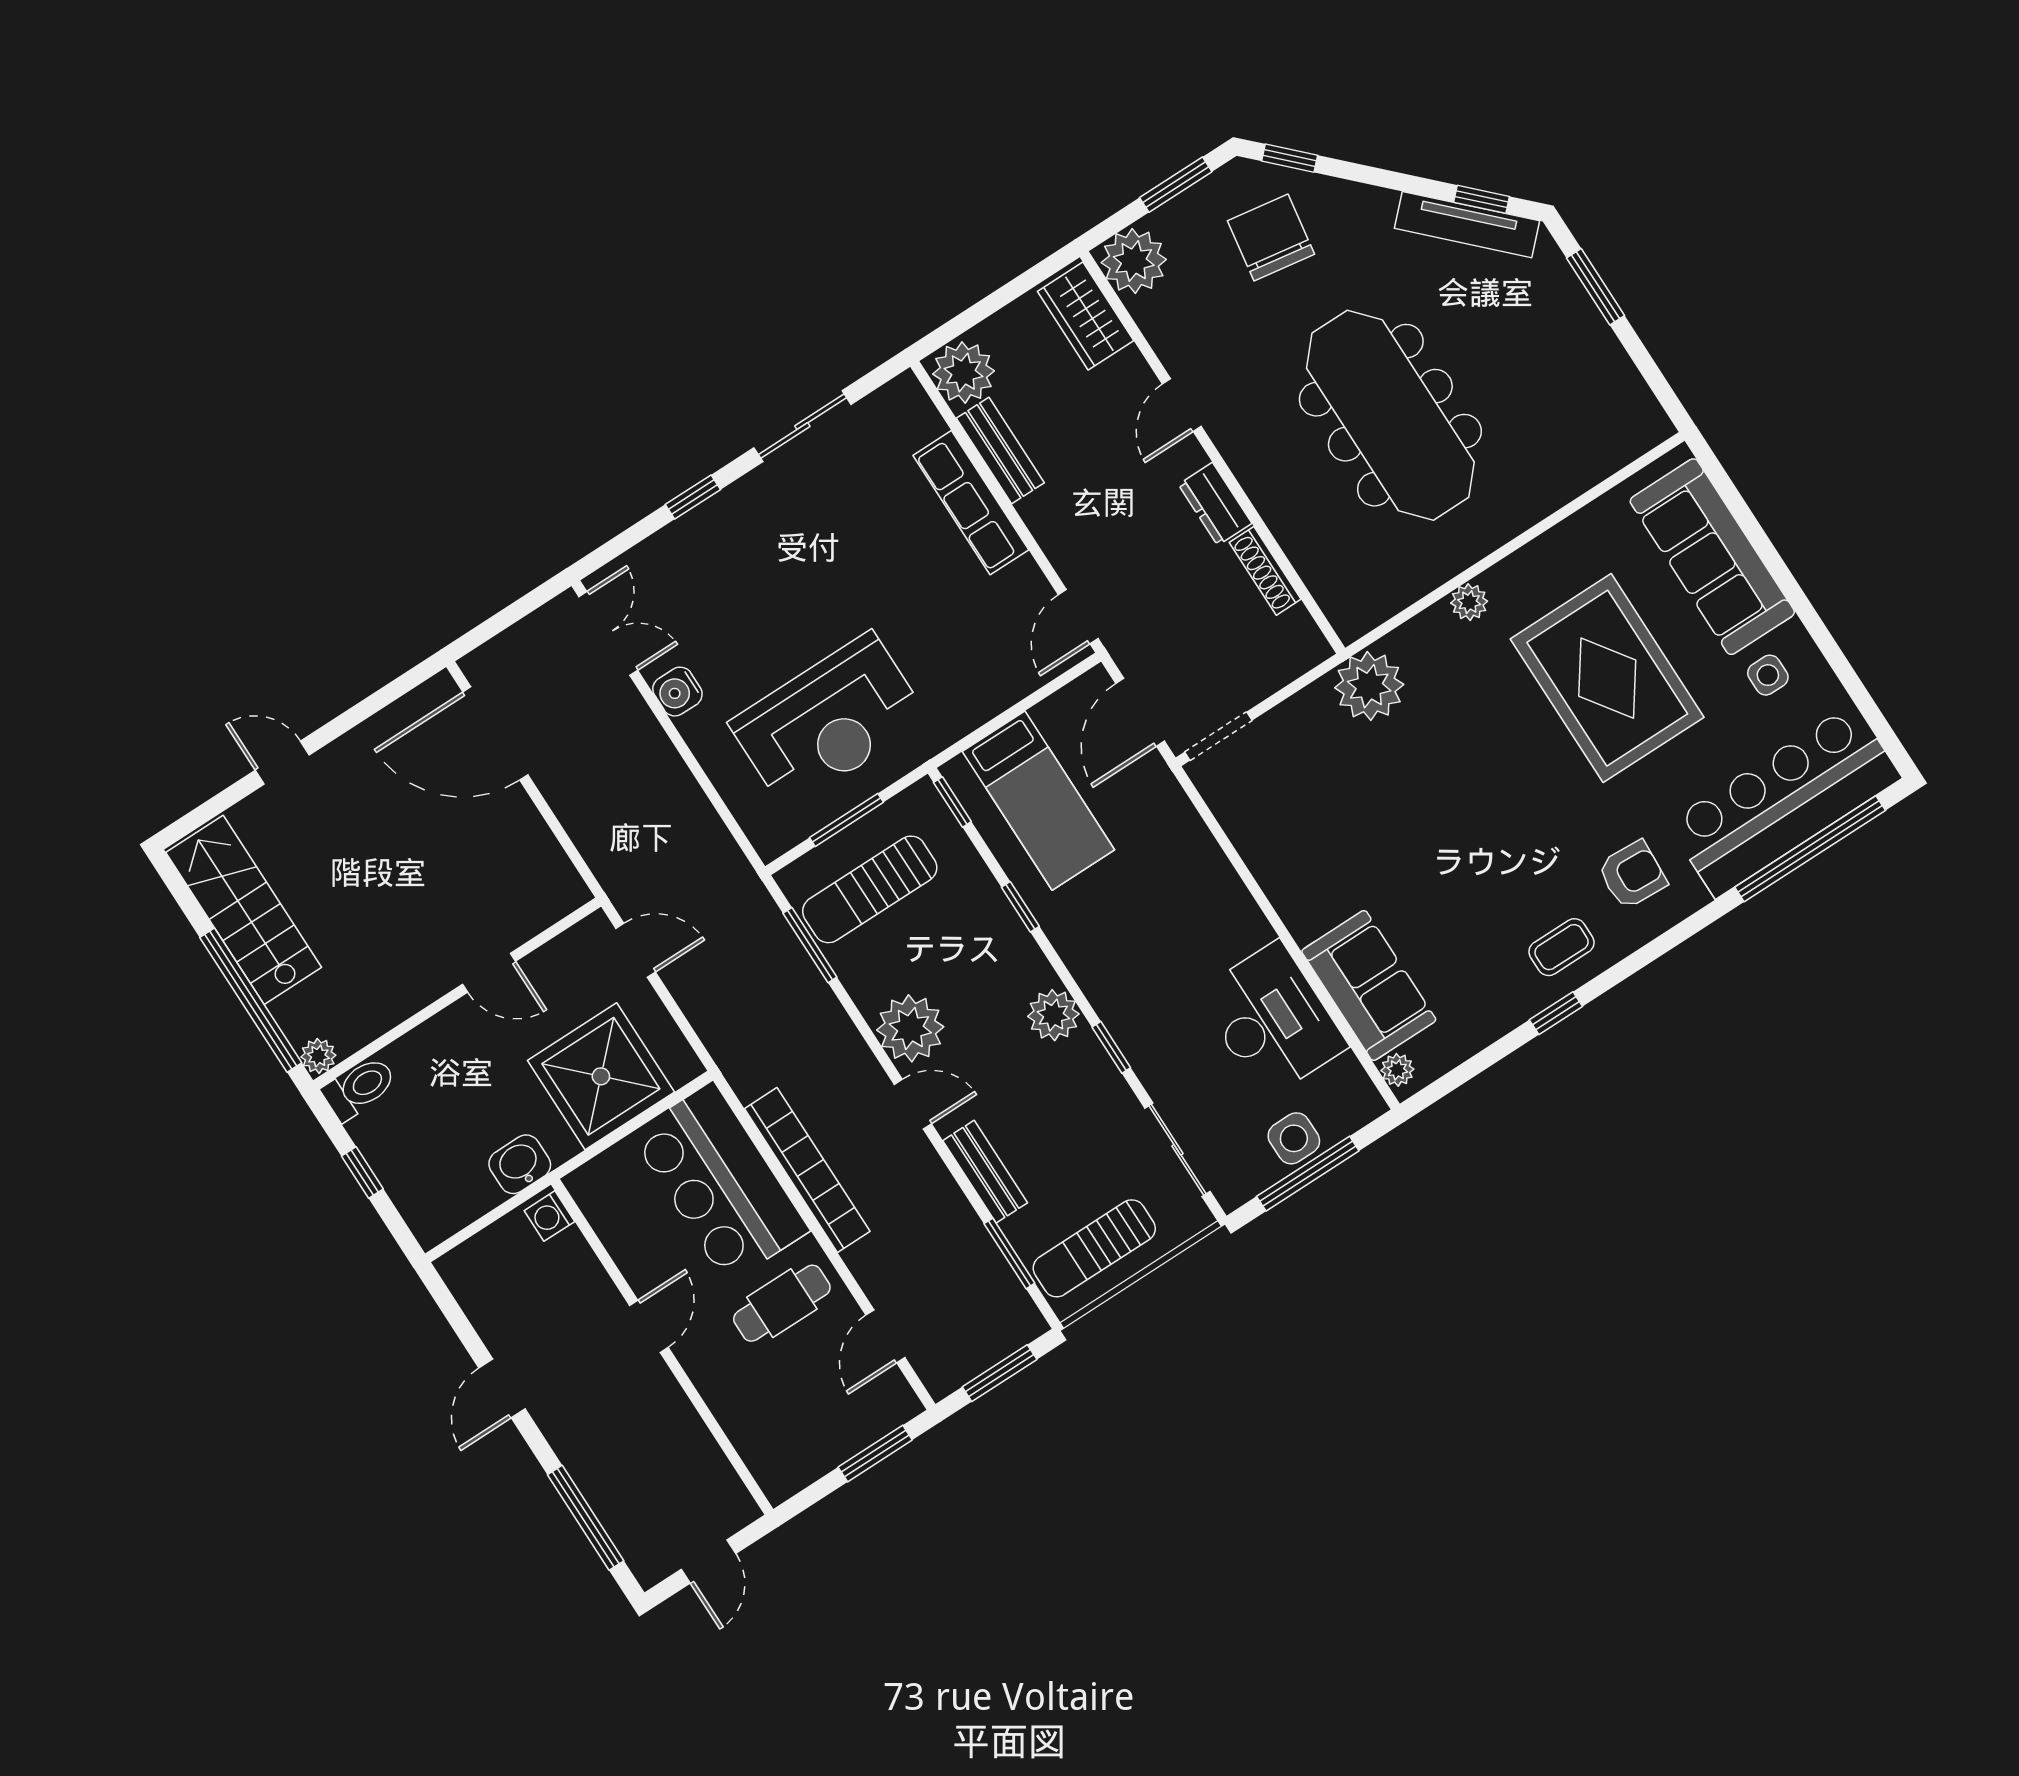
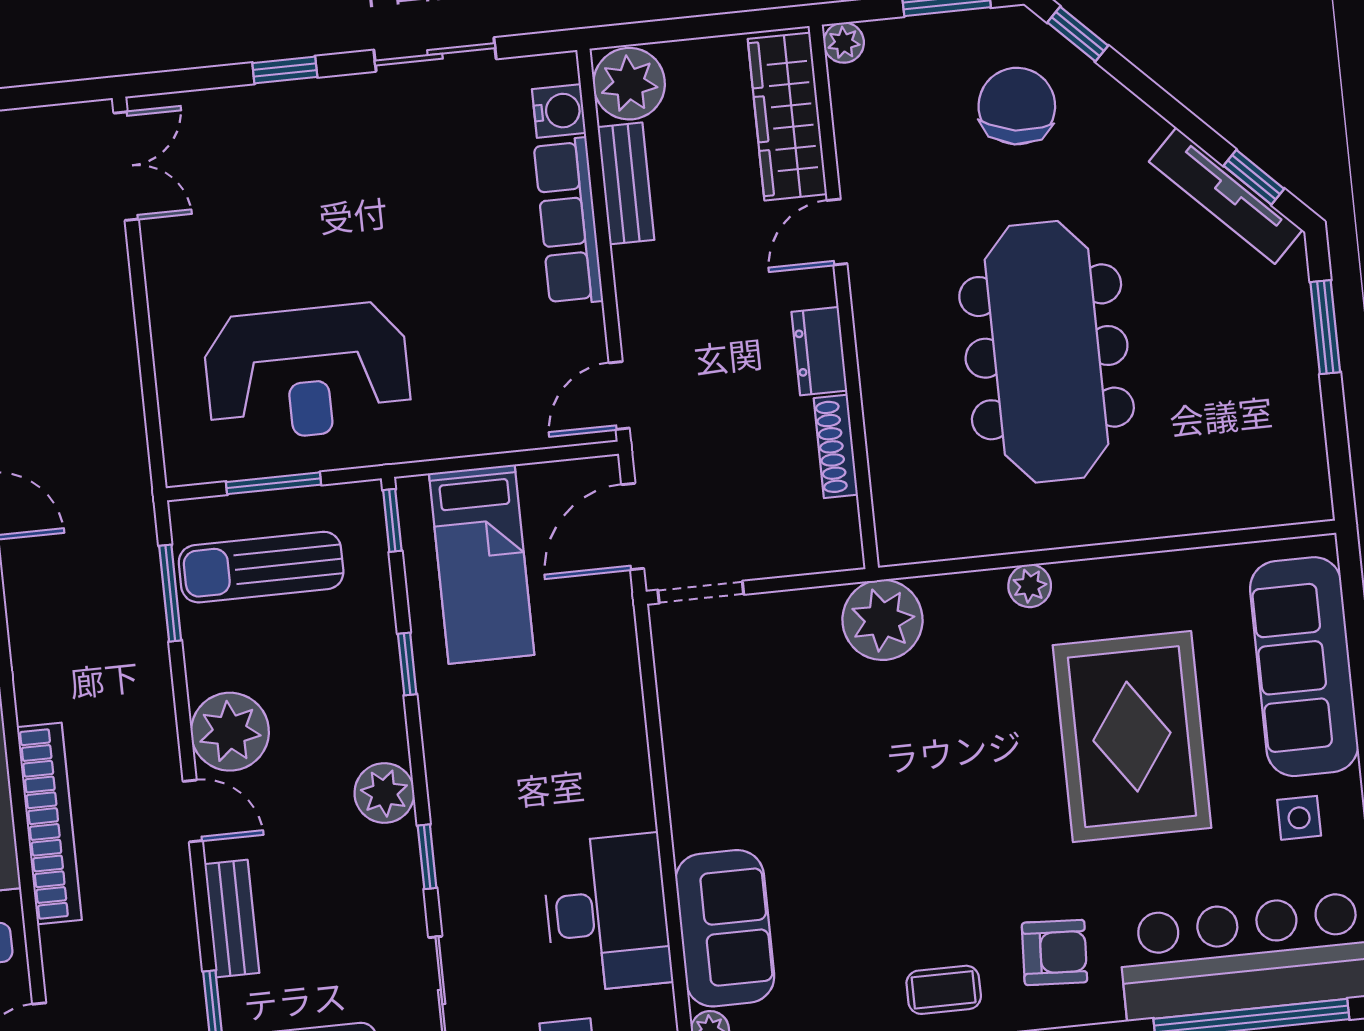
plant: (1134, 261) -> (844, 43), width x0.53, depth x0.53
wardrobe: (1086, 316) -> (787, 117), width x1.50
water cooler: (677, 692) -> (559, 111), moved, turned 180

